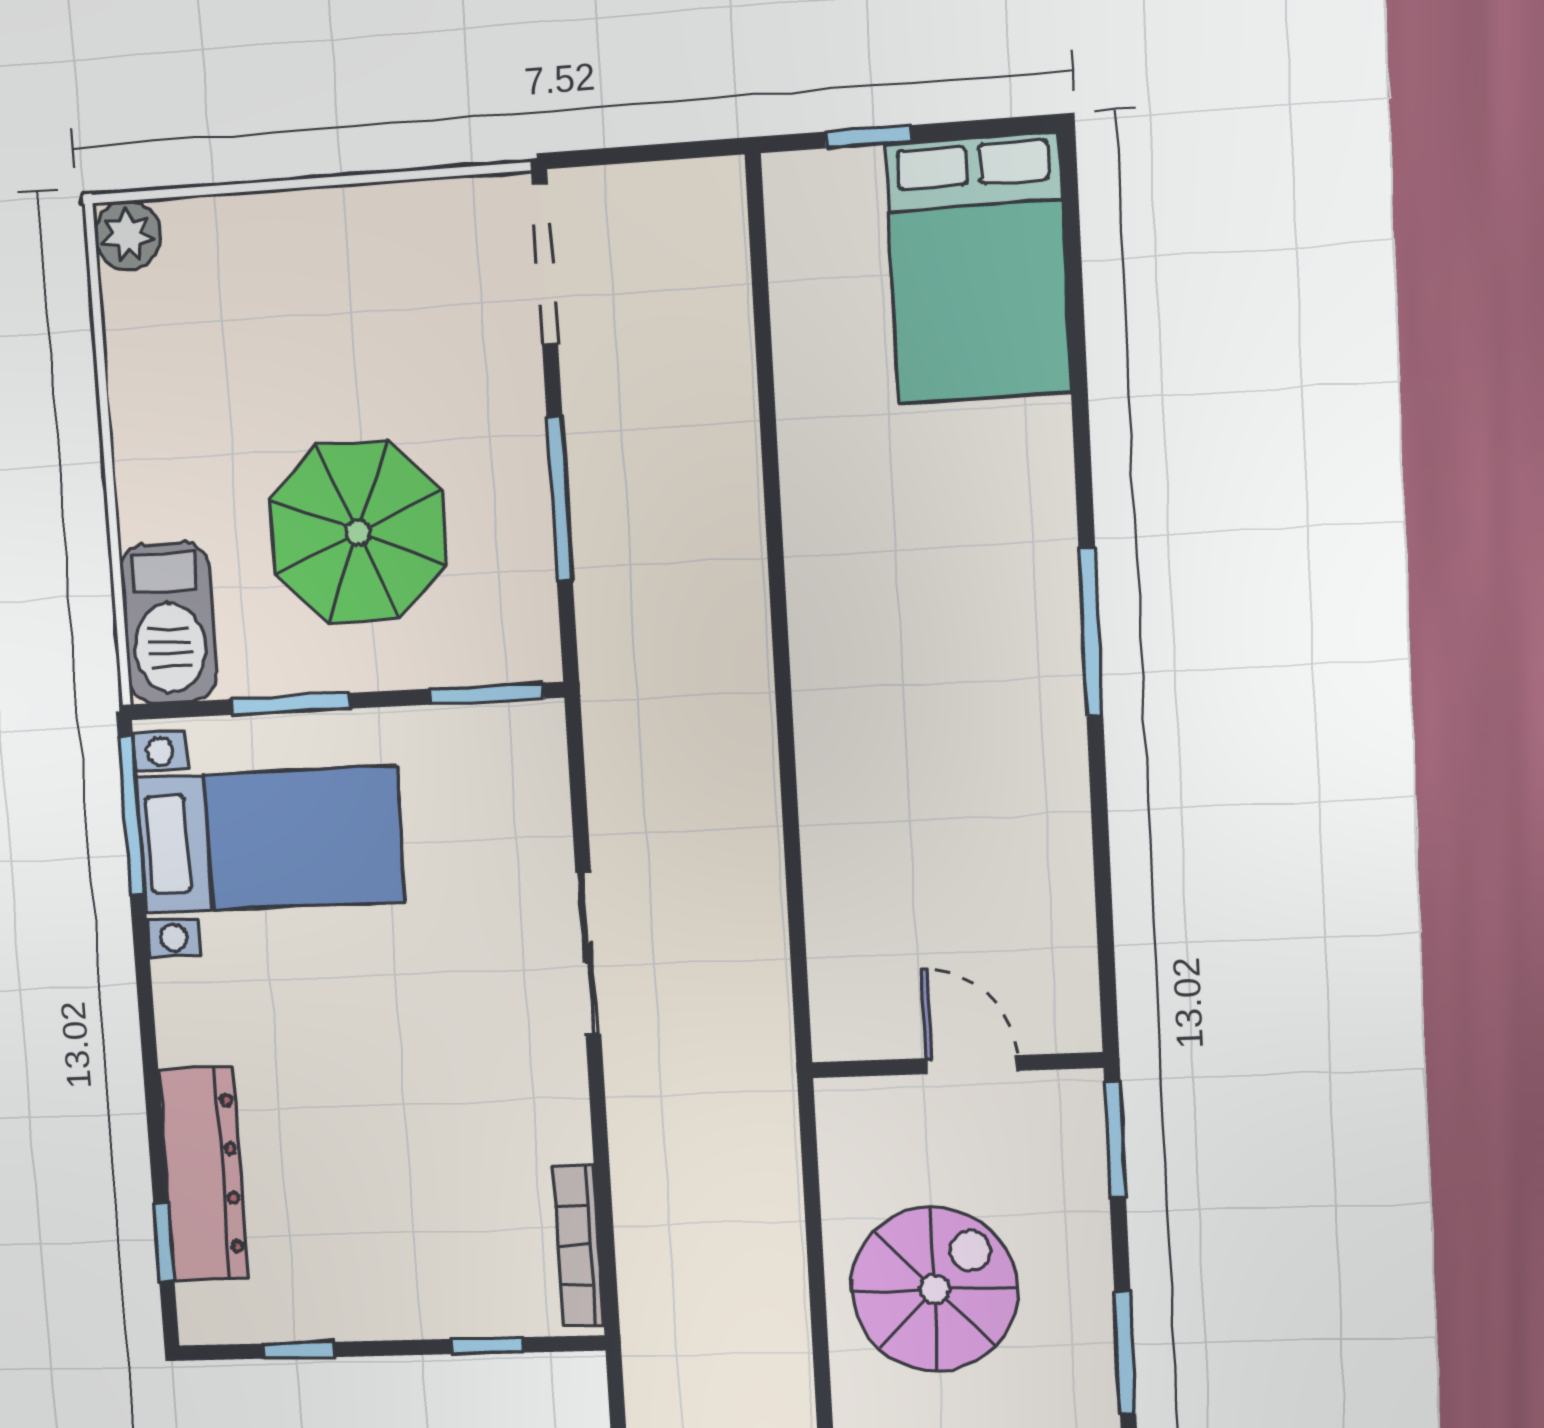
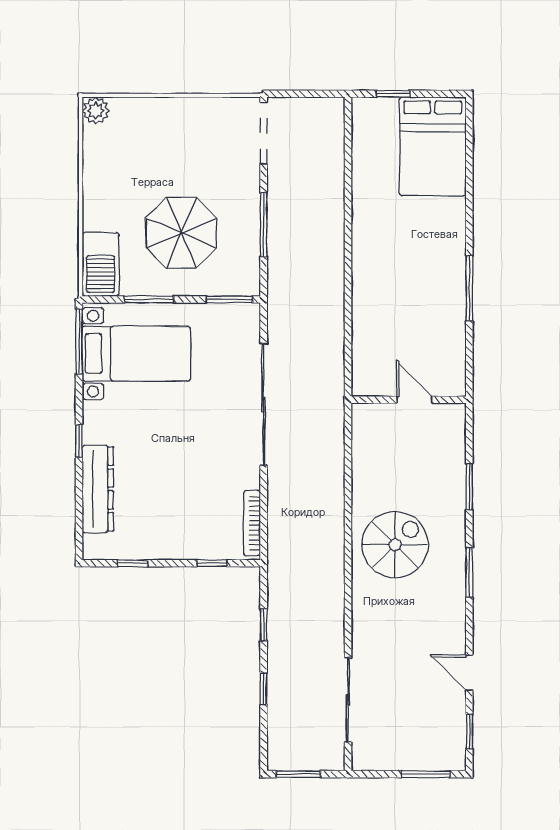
sliding door: (588, 953) -> (264, 405), width x1.86
wall: (957, 1065) -> (409, 400), moved
door: (971, 1065) -> (414, 400), moved
window: (164, 1242) -> (79, 441), moved

